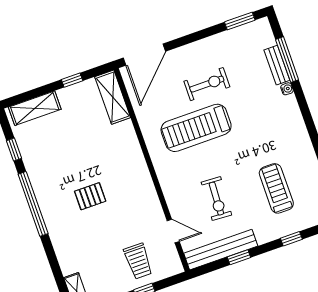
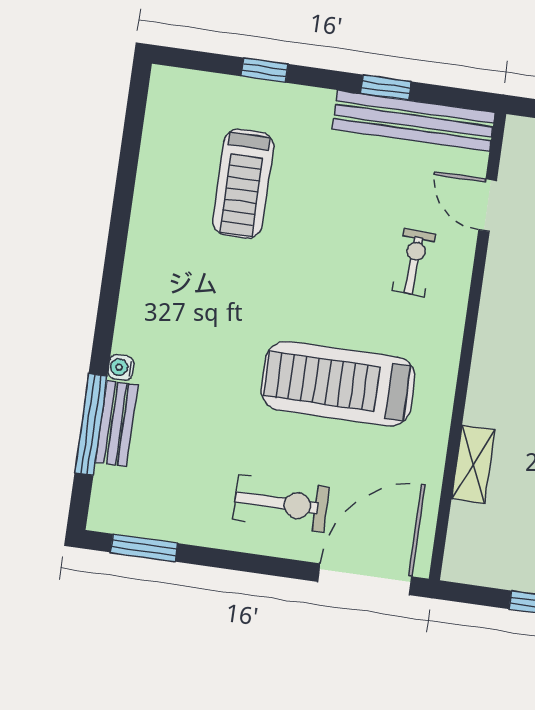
exercise bike: (207, 84) -> (281, 503), moved, turned 180
shelving: (113, 97) -> (473, 464), moved, width x0.67, depth x0.75
treadmill: (196, 128) -> (338, 384), turned 180
exercise bike: (216, 199) -> (414, 262), moved, width x0.73, depth x0.72

